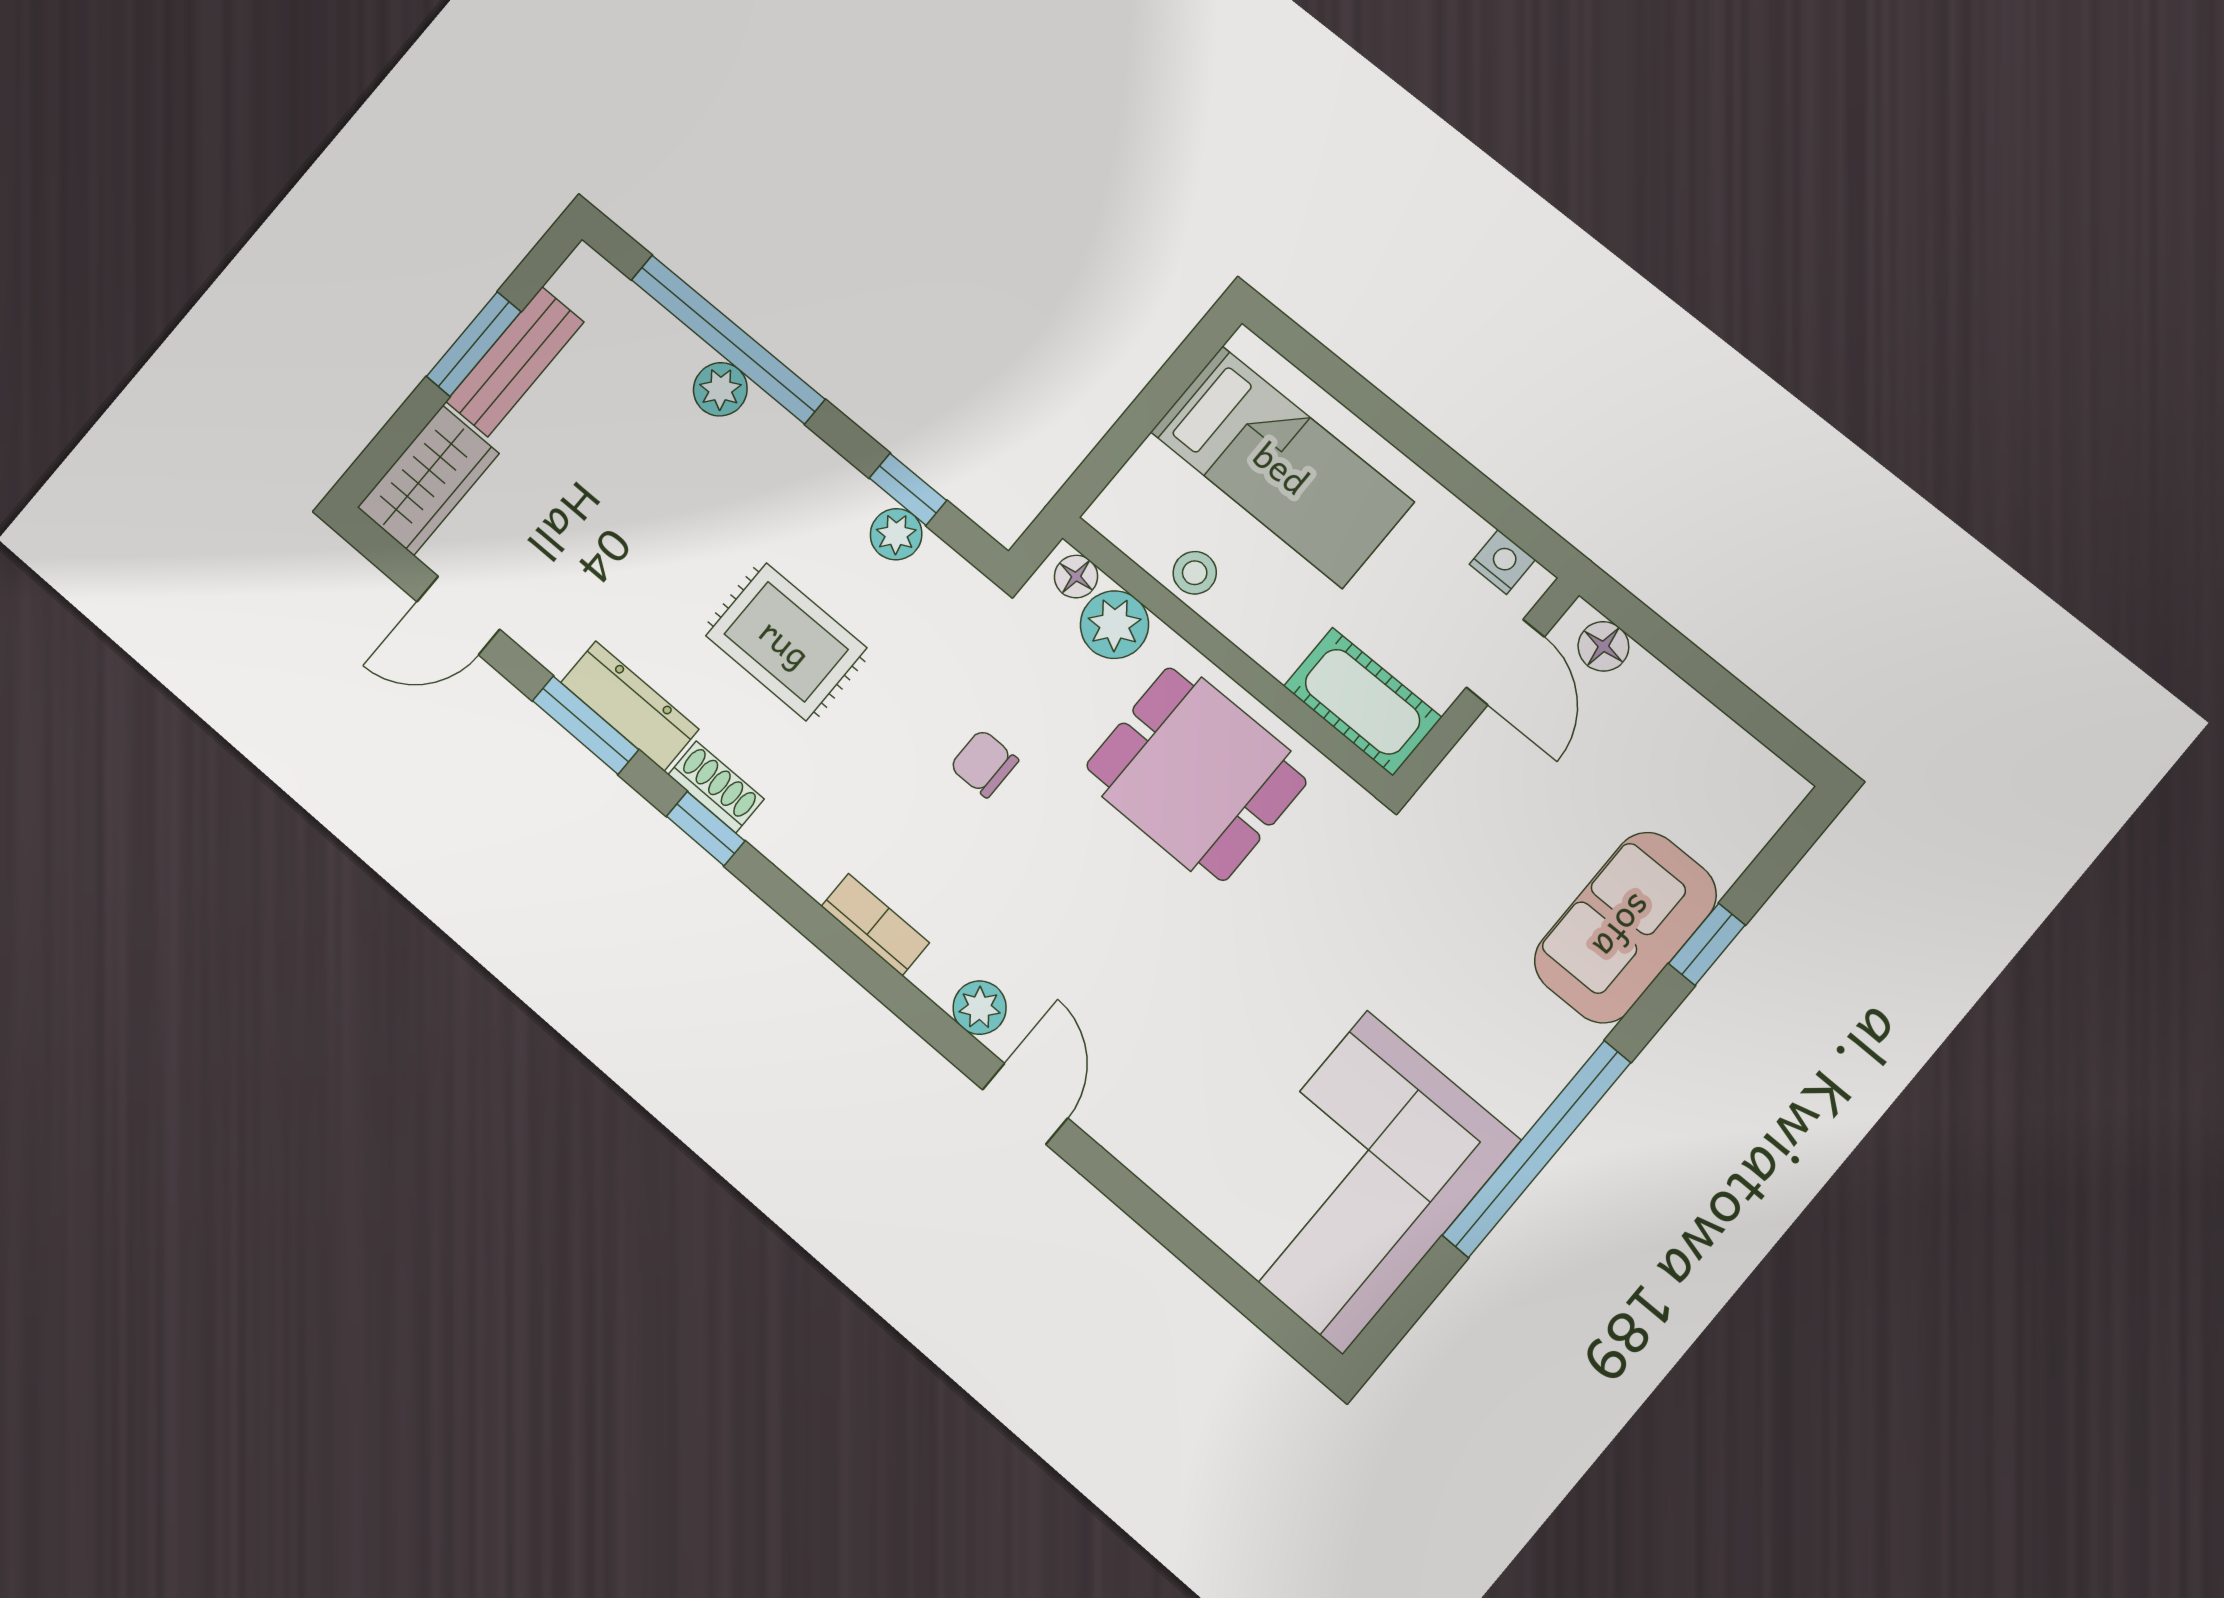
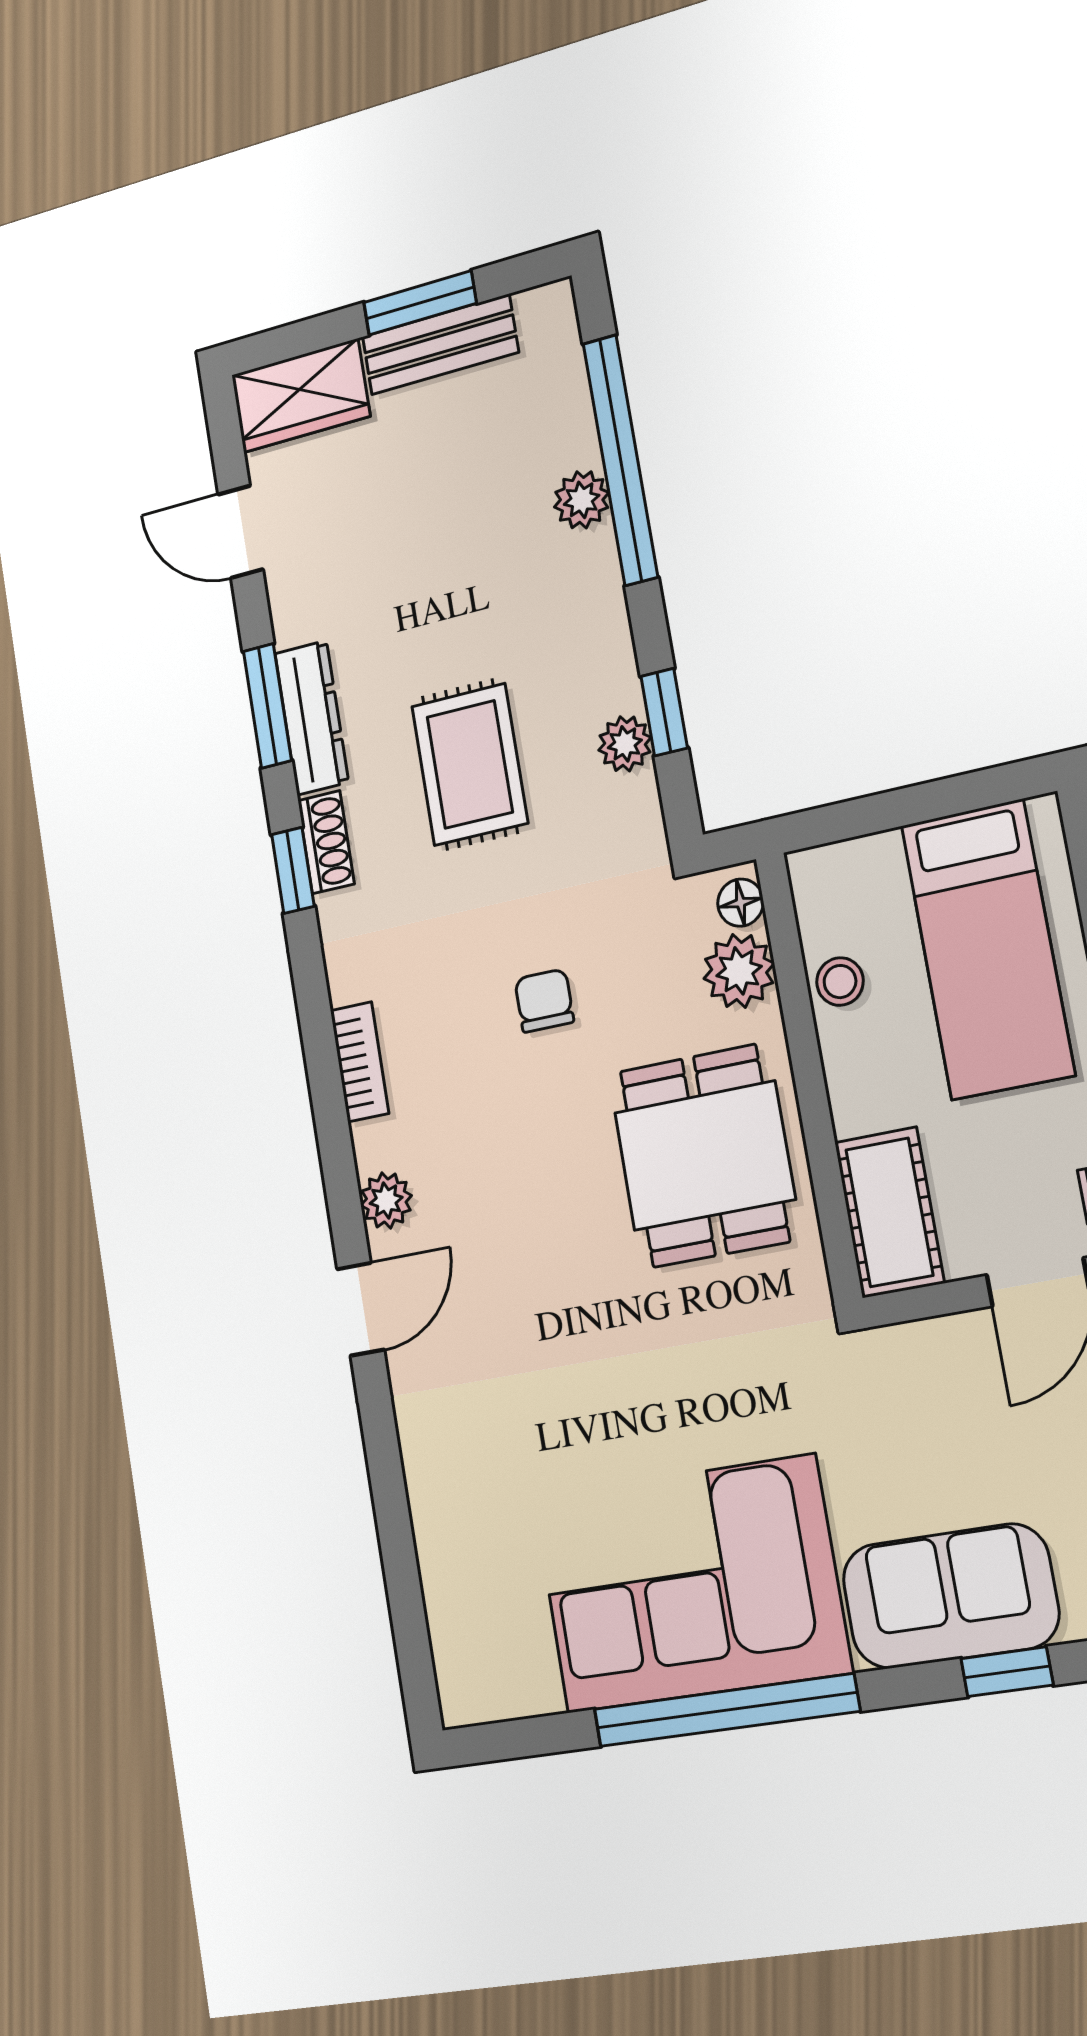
corner sofa: (1355, 1182) -> (691, 1584), moved

